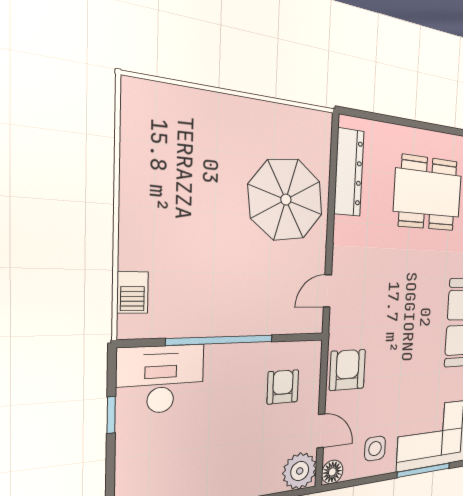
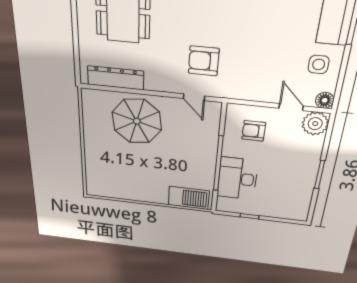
barbecue: (132, 292) -> (189, 198), width x1.88, depth x1.53
armchair: (348, 370) -> (204, 61), moved
desk: (161, 379) -> (237, 179), moved
door: (321, 431) -> (291, 107), hinge flipped

